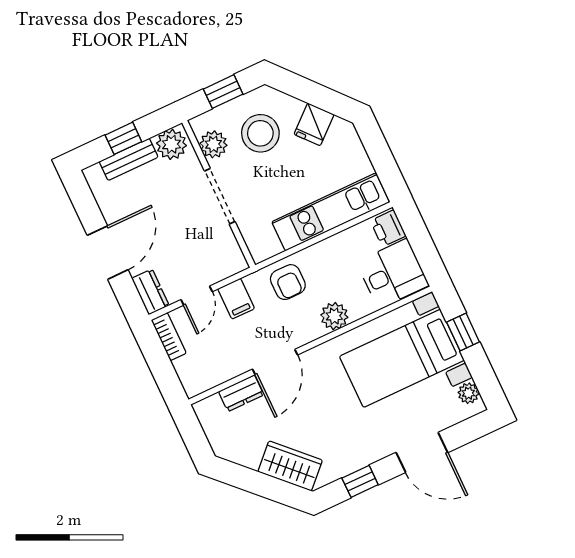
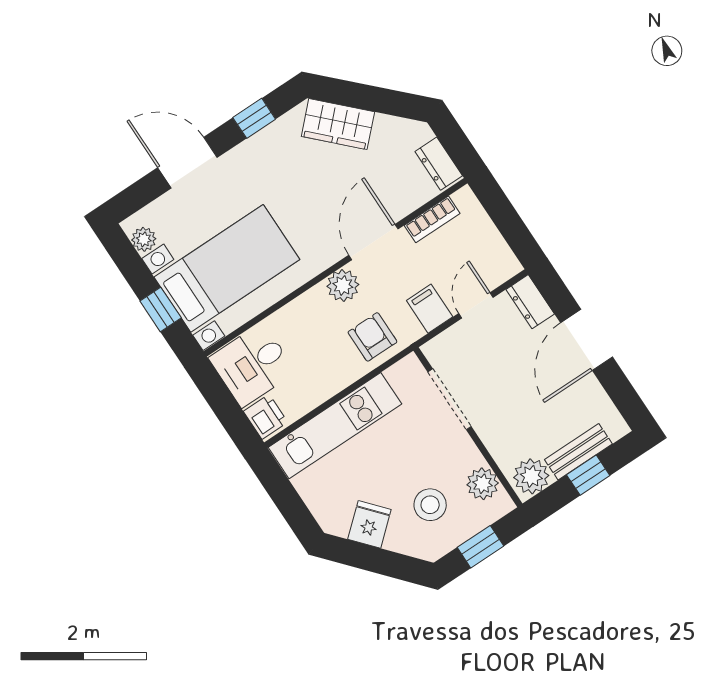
stool: (260, 133) -> (430, 505), width x0.73, depth x0.73
doorway: (220, 196) -> (450, 399), moved
plant: (334, 316) -> (343, 285), moved
bookcase: (169, 337) -> (432, 219), moved, turned -90
dresser: (241, 393) -> (439, 164), moved, turned -90

